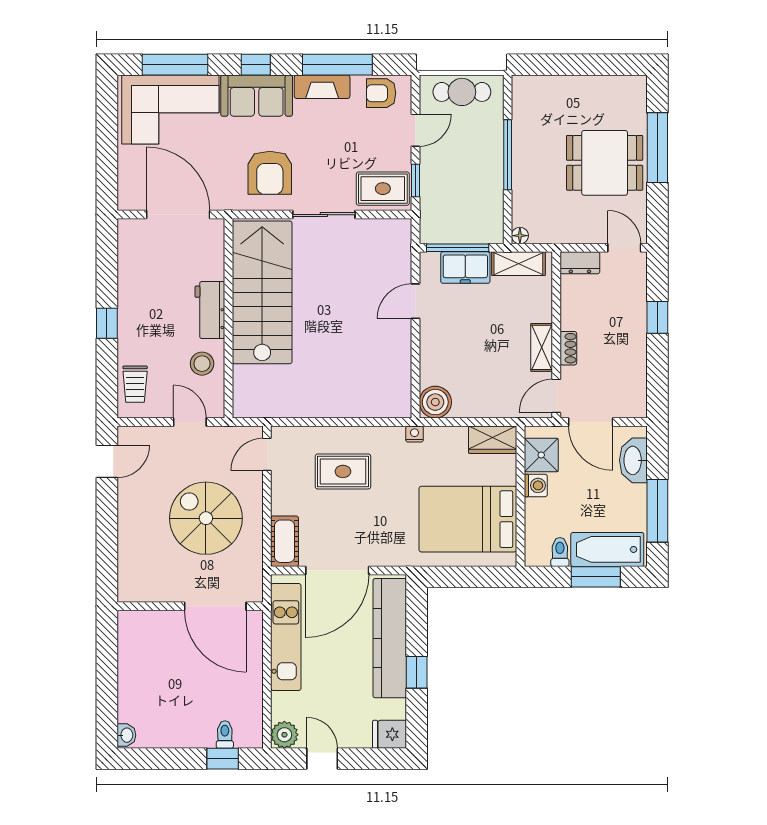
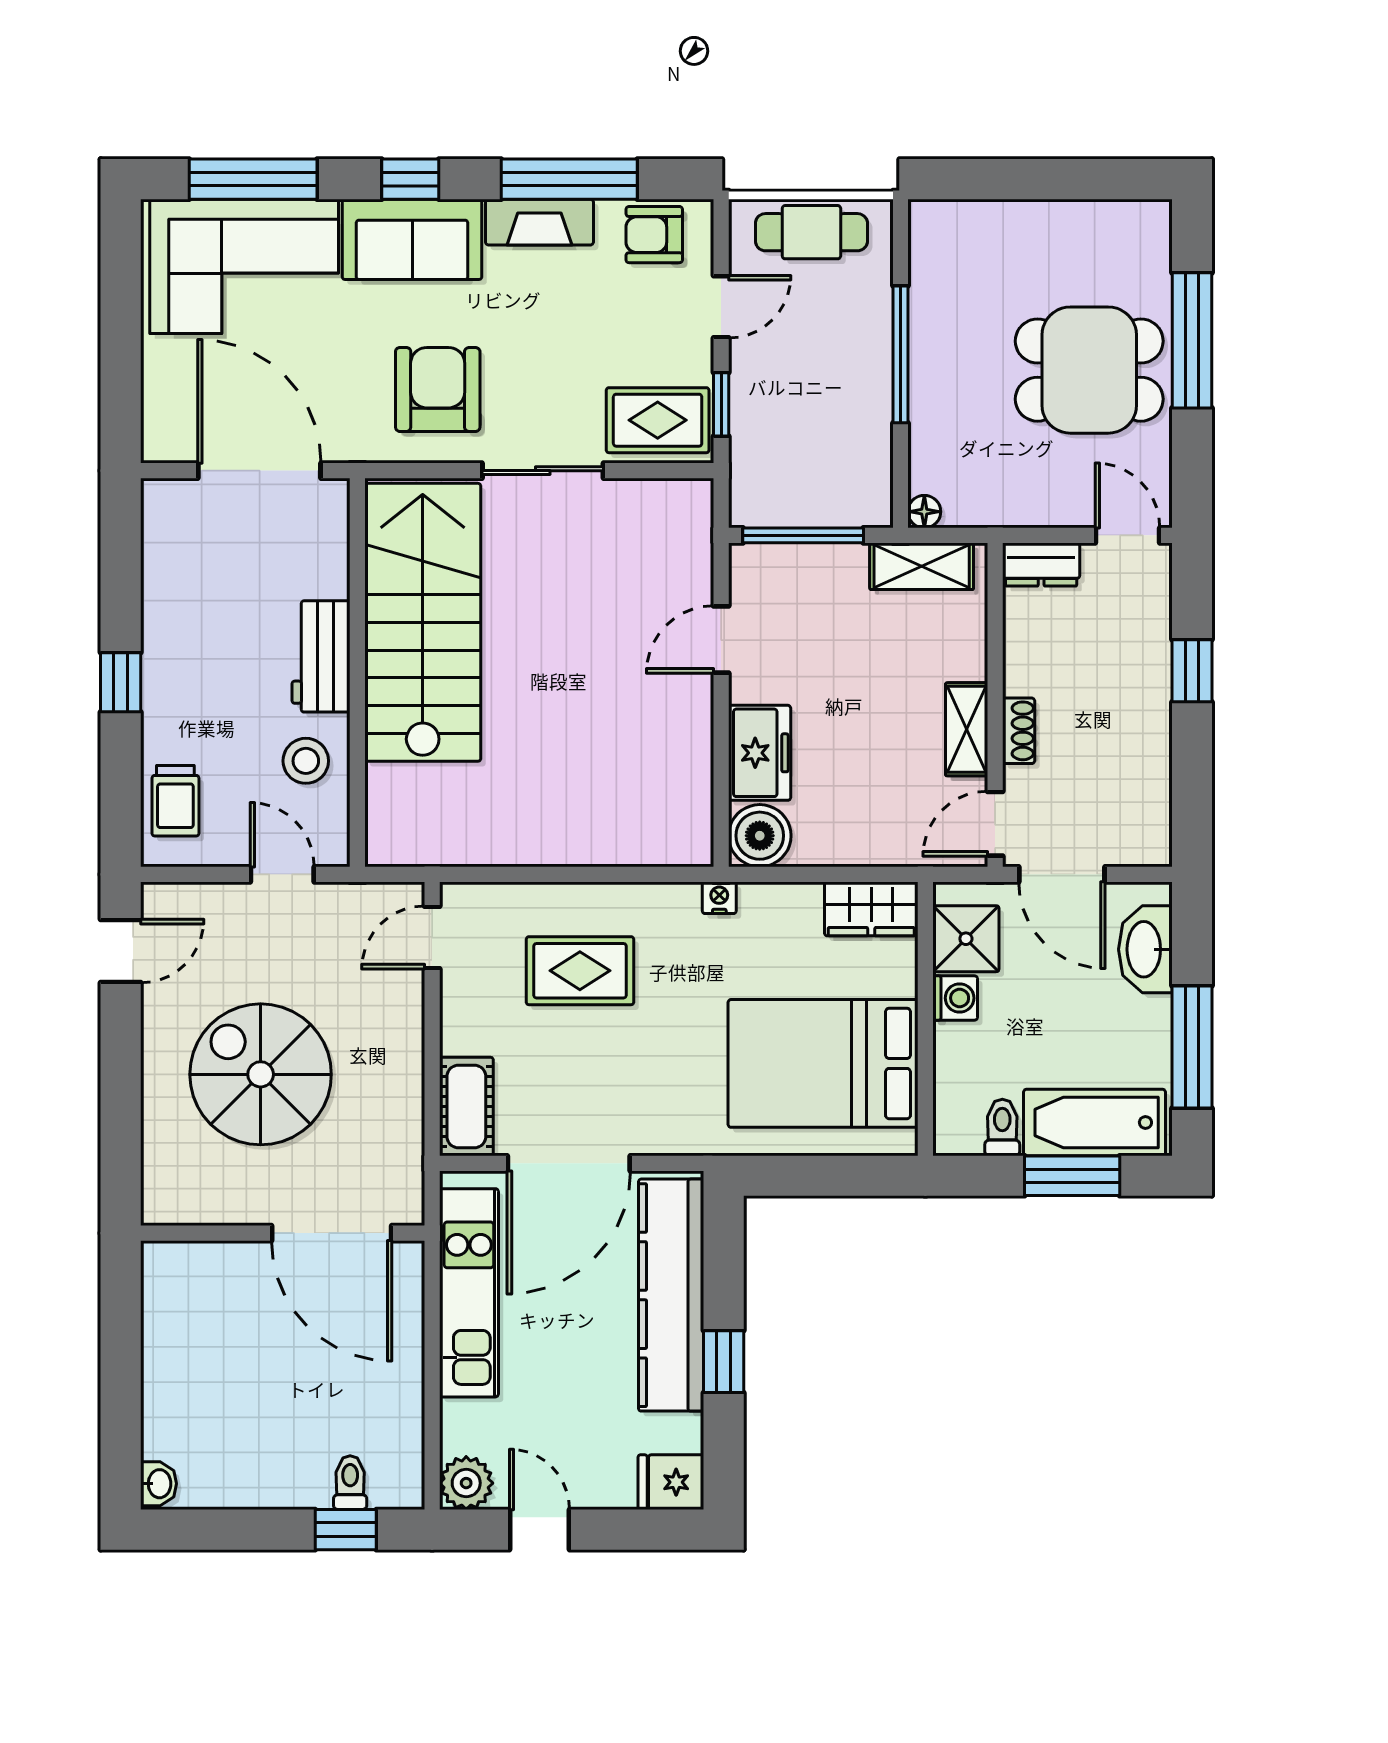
armchair: (270, 173) -> (438, 389), turned 180
freezer: (465, 268) -> (760, 753), moved, turned -90
spiral stairs: (206, 518) -> (261, 1074), moved

